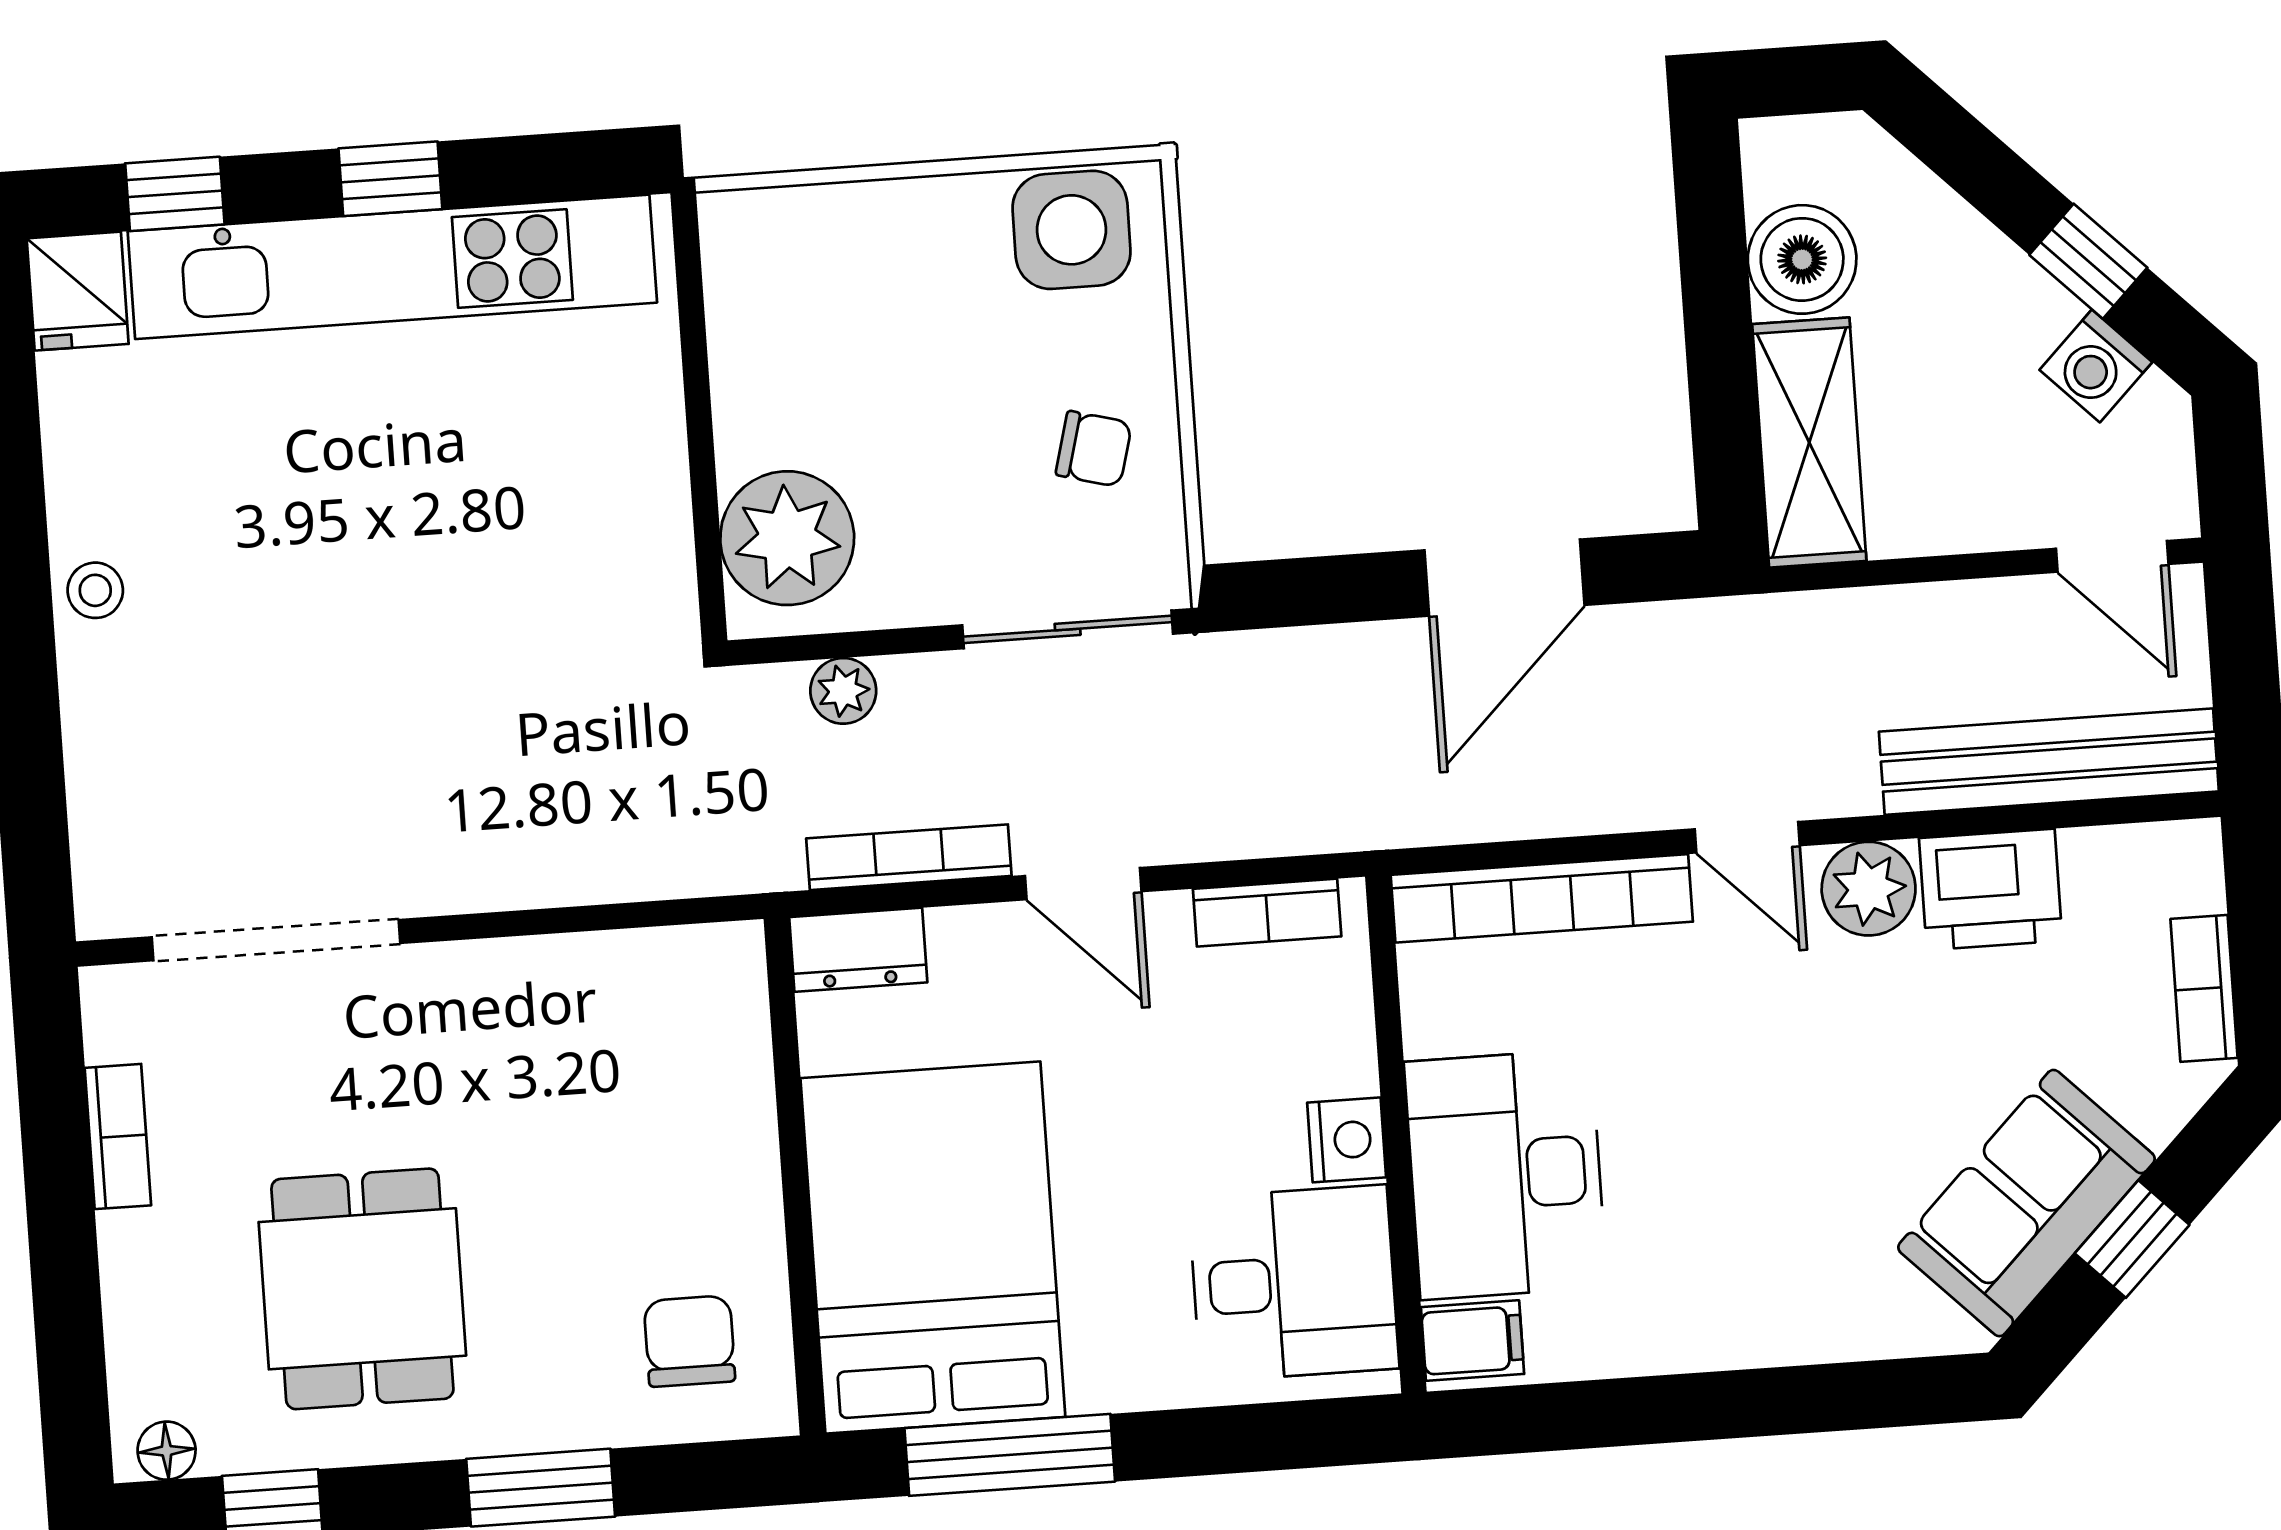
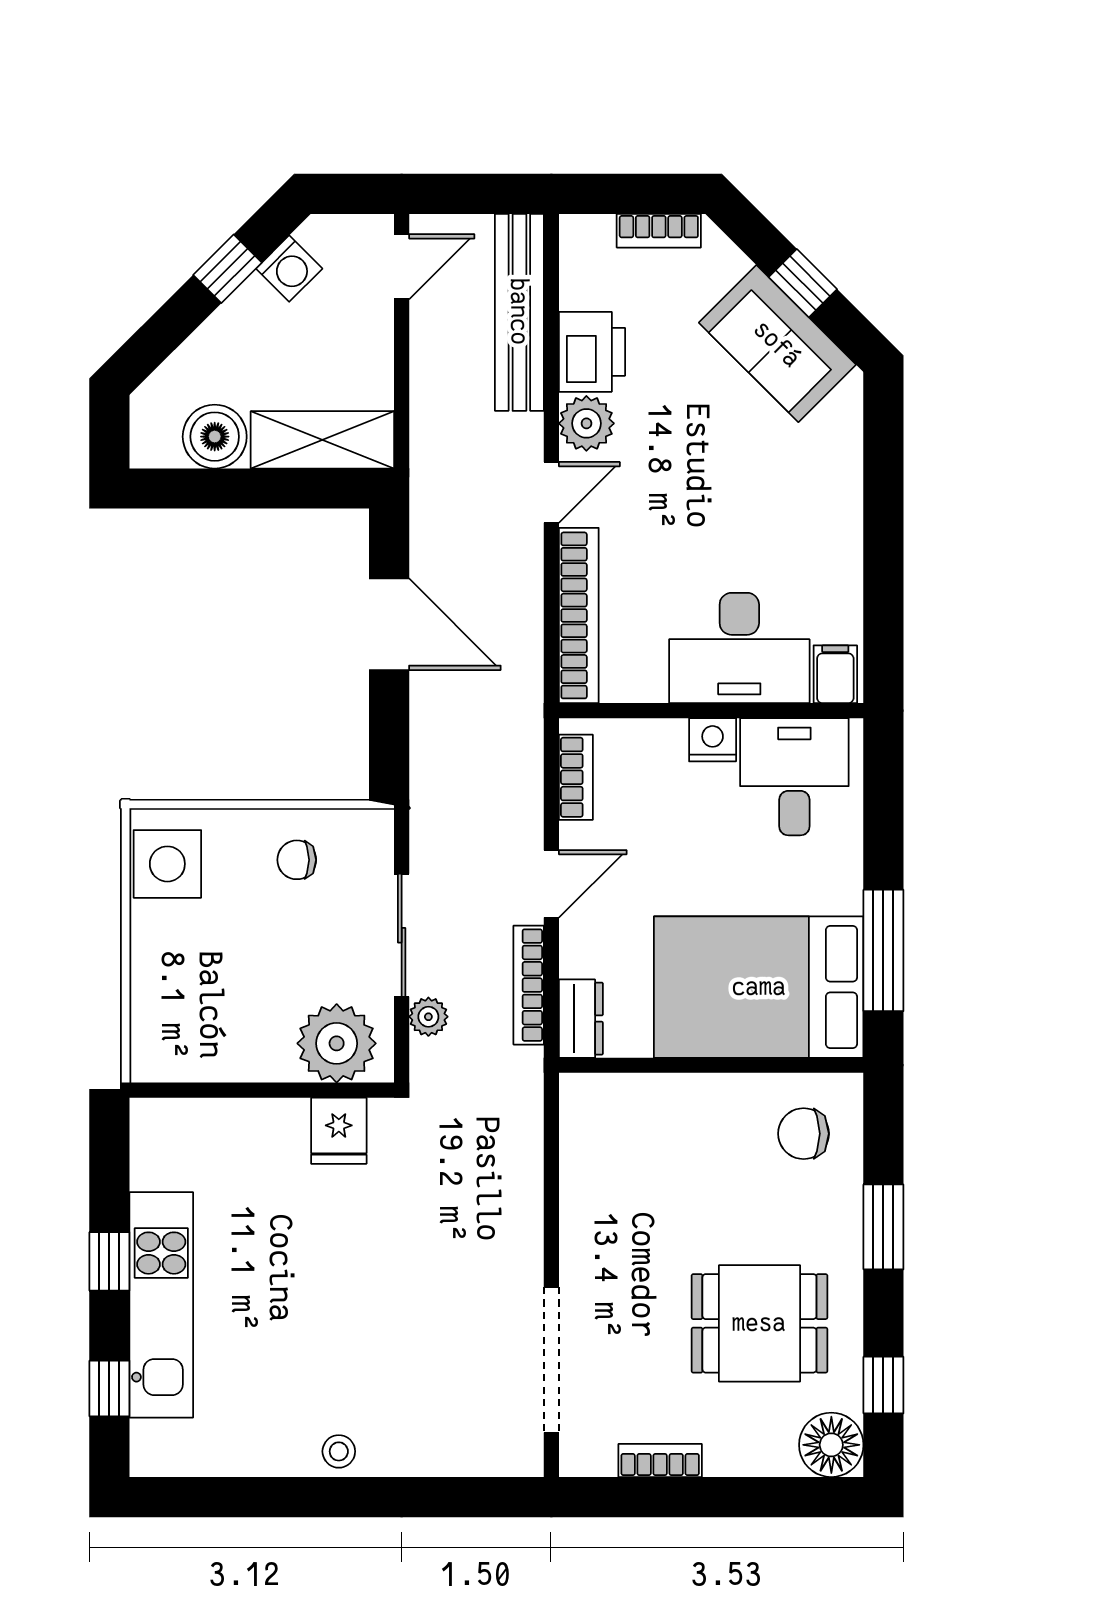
kitchen unit: (392, 267) -> (161, 1305), width x0.73
fridge: (78, 291) -> (339, 1131), moved, turned 90
chair: (1094, 449) -> (297, 860), turned -105
sliding door: (1068, 629) -> (402, 935), moved
floor lamp: (167, 1451) -> (831, 1445), width x1.89, depth x1.89

